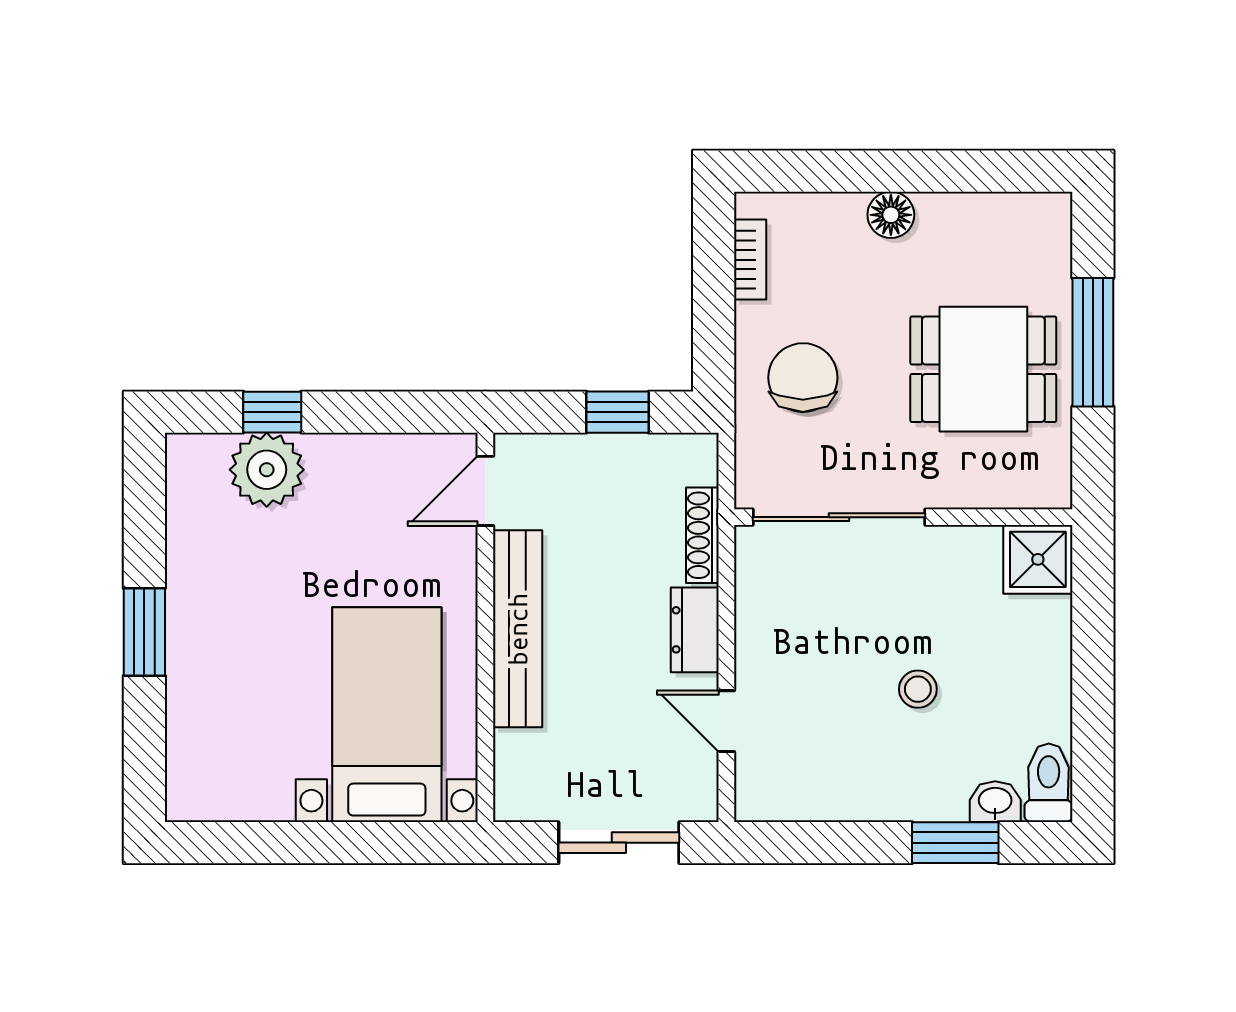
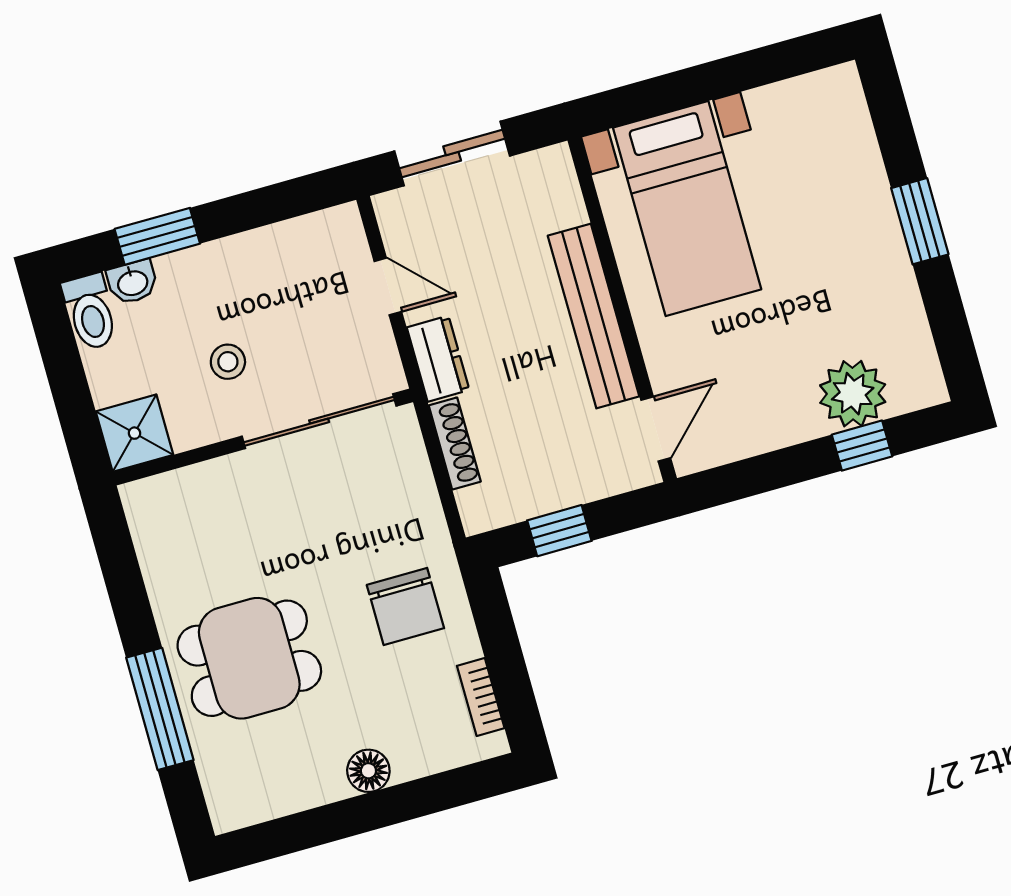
sliding door: (839, 517) -> (319, 421), moved
wall: (903, 517) -> (263, 437), moved
shower: (1038, 559) -> (134, 433), moved

